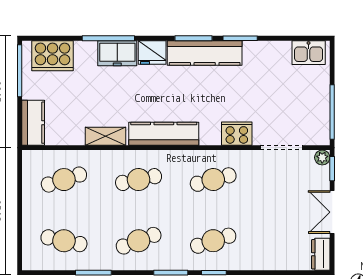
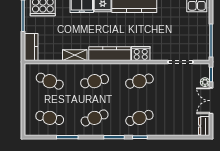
cooker: (237, 134) -> (141, 53), moved
plant: (322, 158) -> (205, 82), moved
cafe table: (64, 180) -> (50, 81), turned 39

